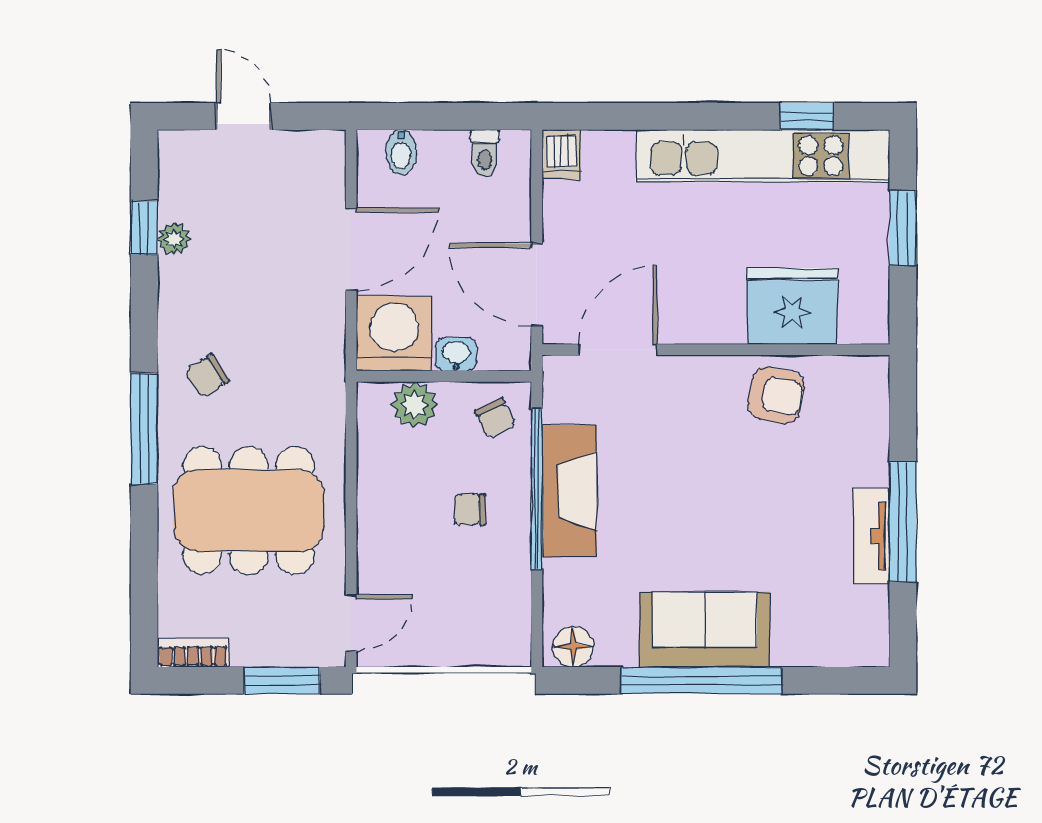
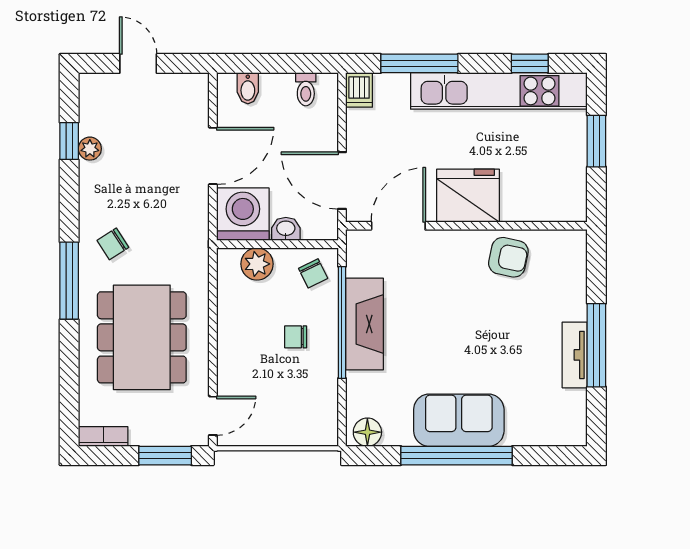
window: (648, 116) -> (419, 63), added
fridge: (792, 306) -> (468, 196), moved
dining table: (249, 510) -> (142, 337), turned 90

